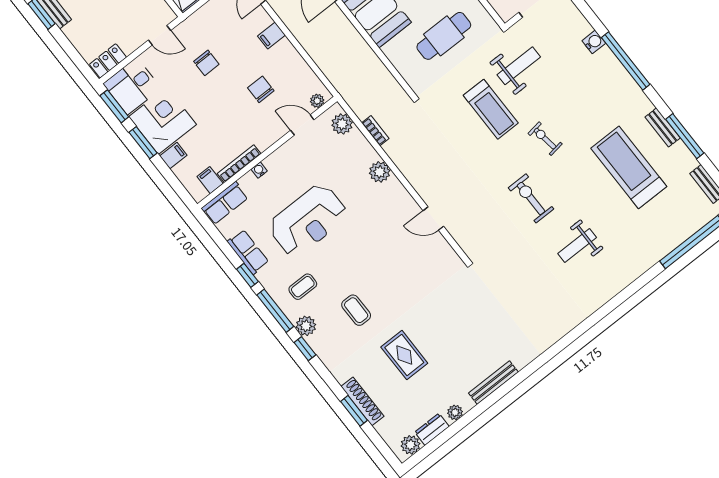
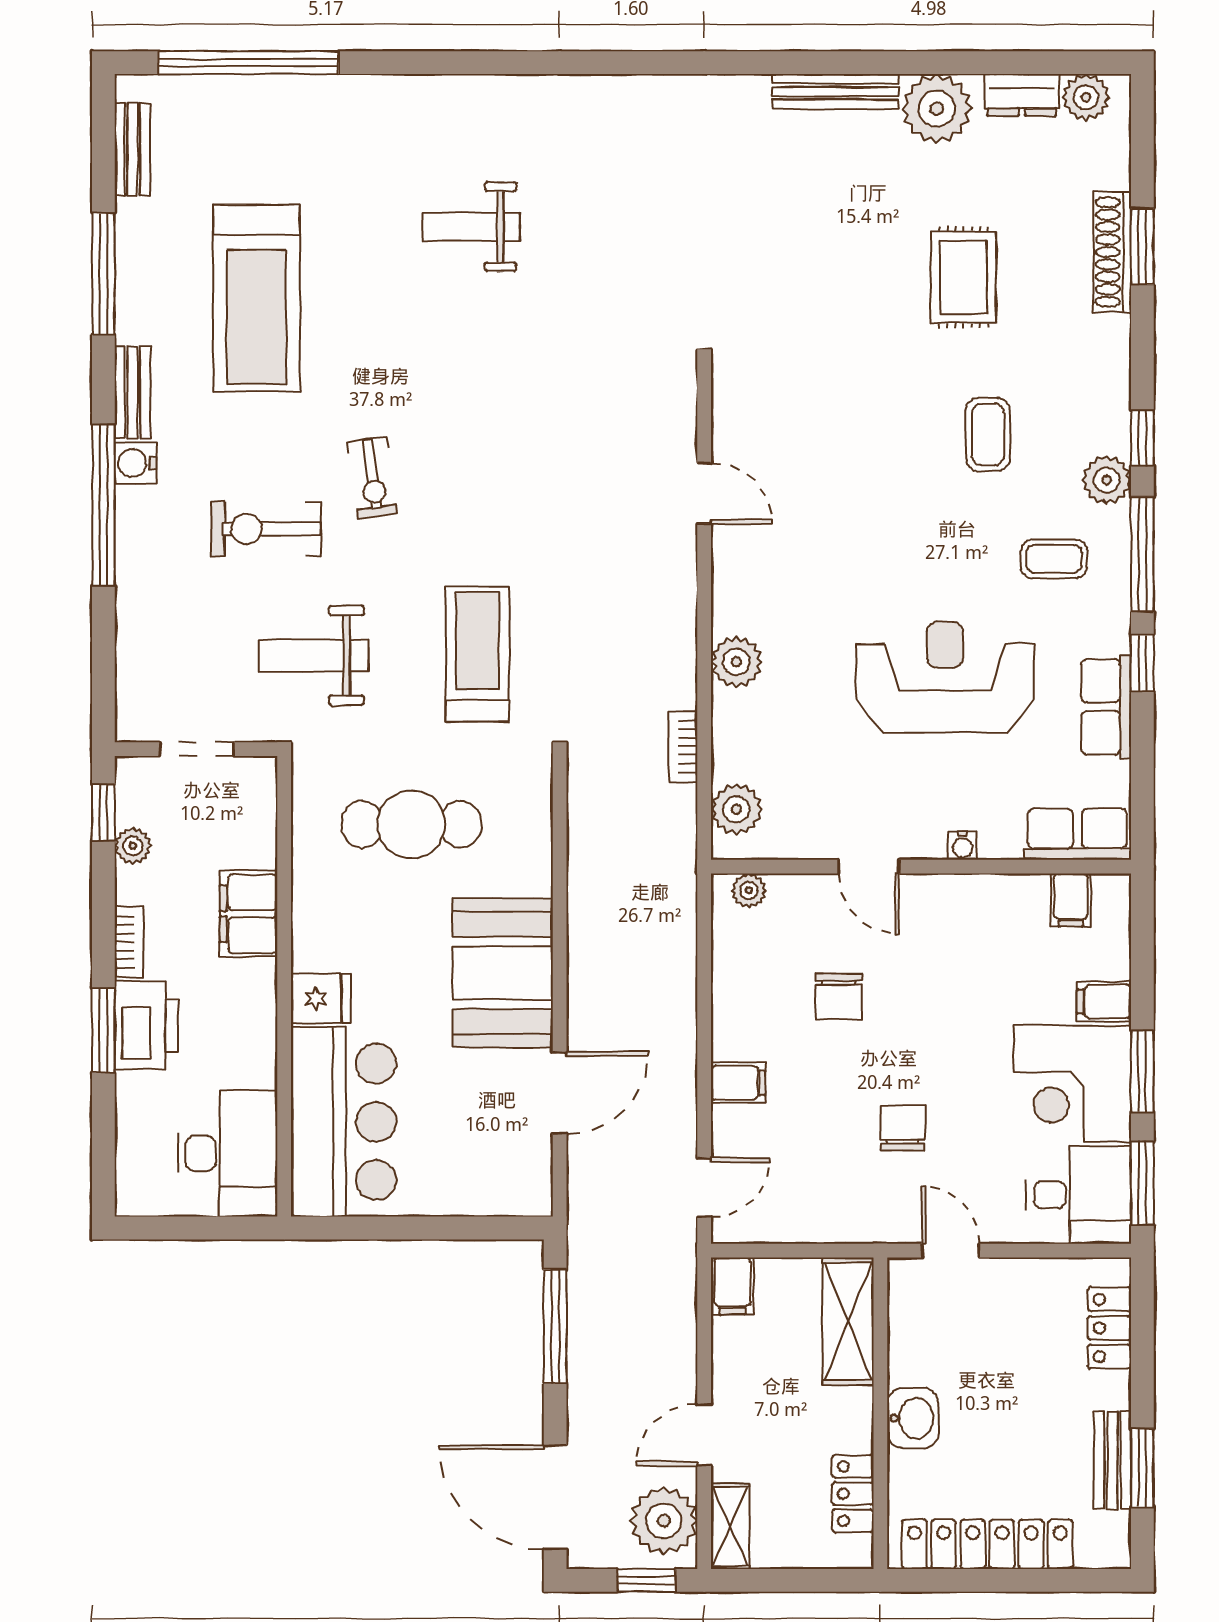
water cooler: (594, 42) -> (135, 463), moved
locker: (108, 61) -> (1109, 1328), moved, turned 90
treadmill: (491, 109) -> (478, 654), moved
door: (302, 125) -> (869, 867), moved
bench: (663, 127) -> (133, 392), moved
bookcase: (239, 164) -> (991, 888), removed
exercise bike: (531, 198) -> (266, 529), moved, turned 90
weight bench: (577, 246) -> (471, 227), turned 180
plant: (455, 412) -> (937, 109), width x1.88, depth x1.88

